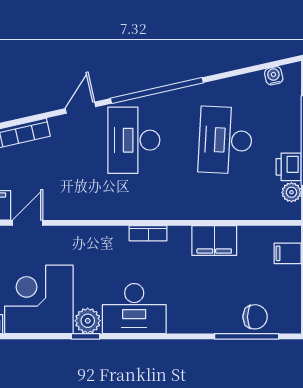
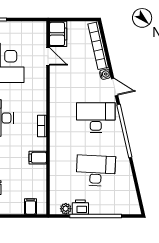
water cooler: (274, 76) -> (105, 74), moved
filing cabinet: (214, 241) -> (38, 158), width x0.50

